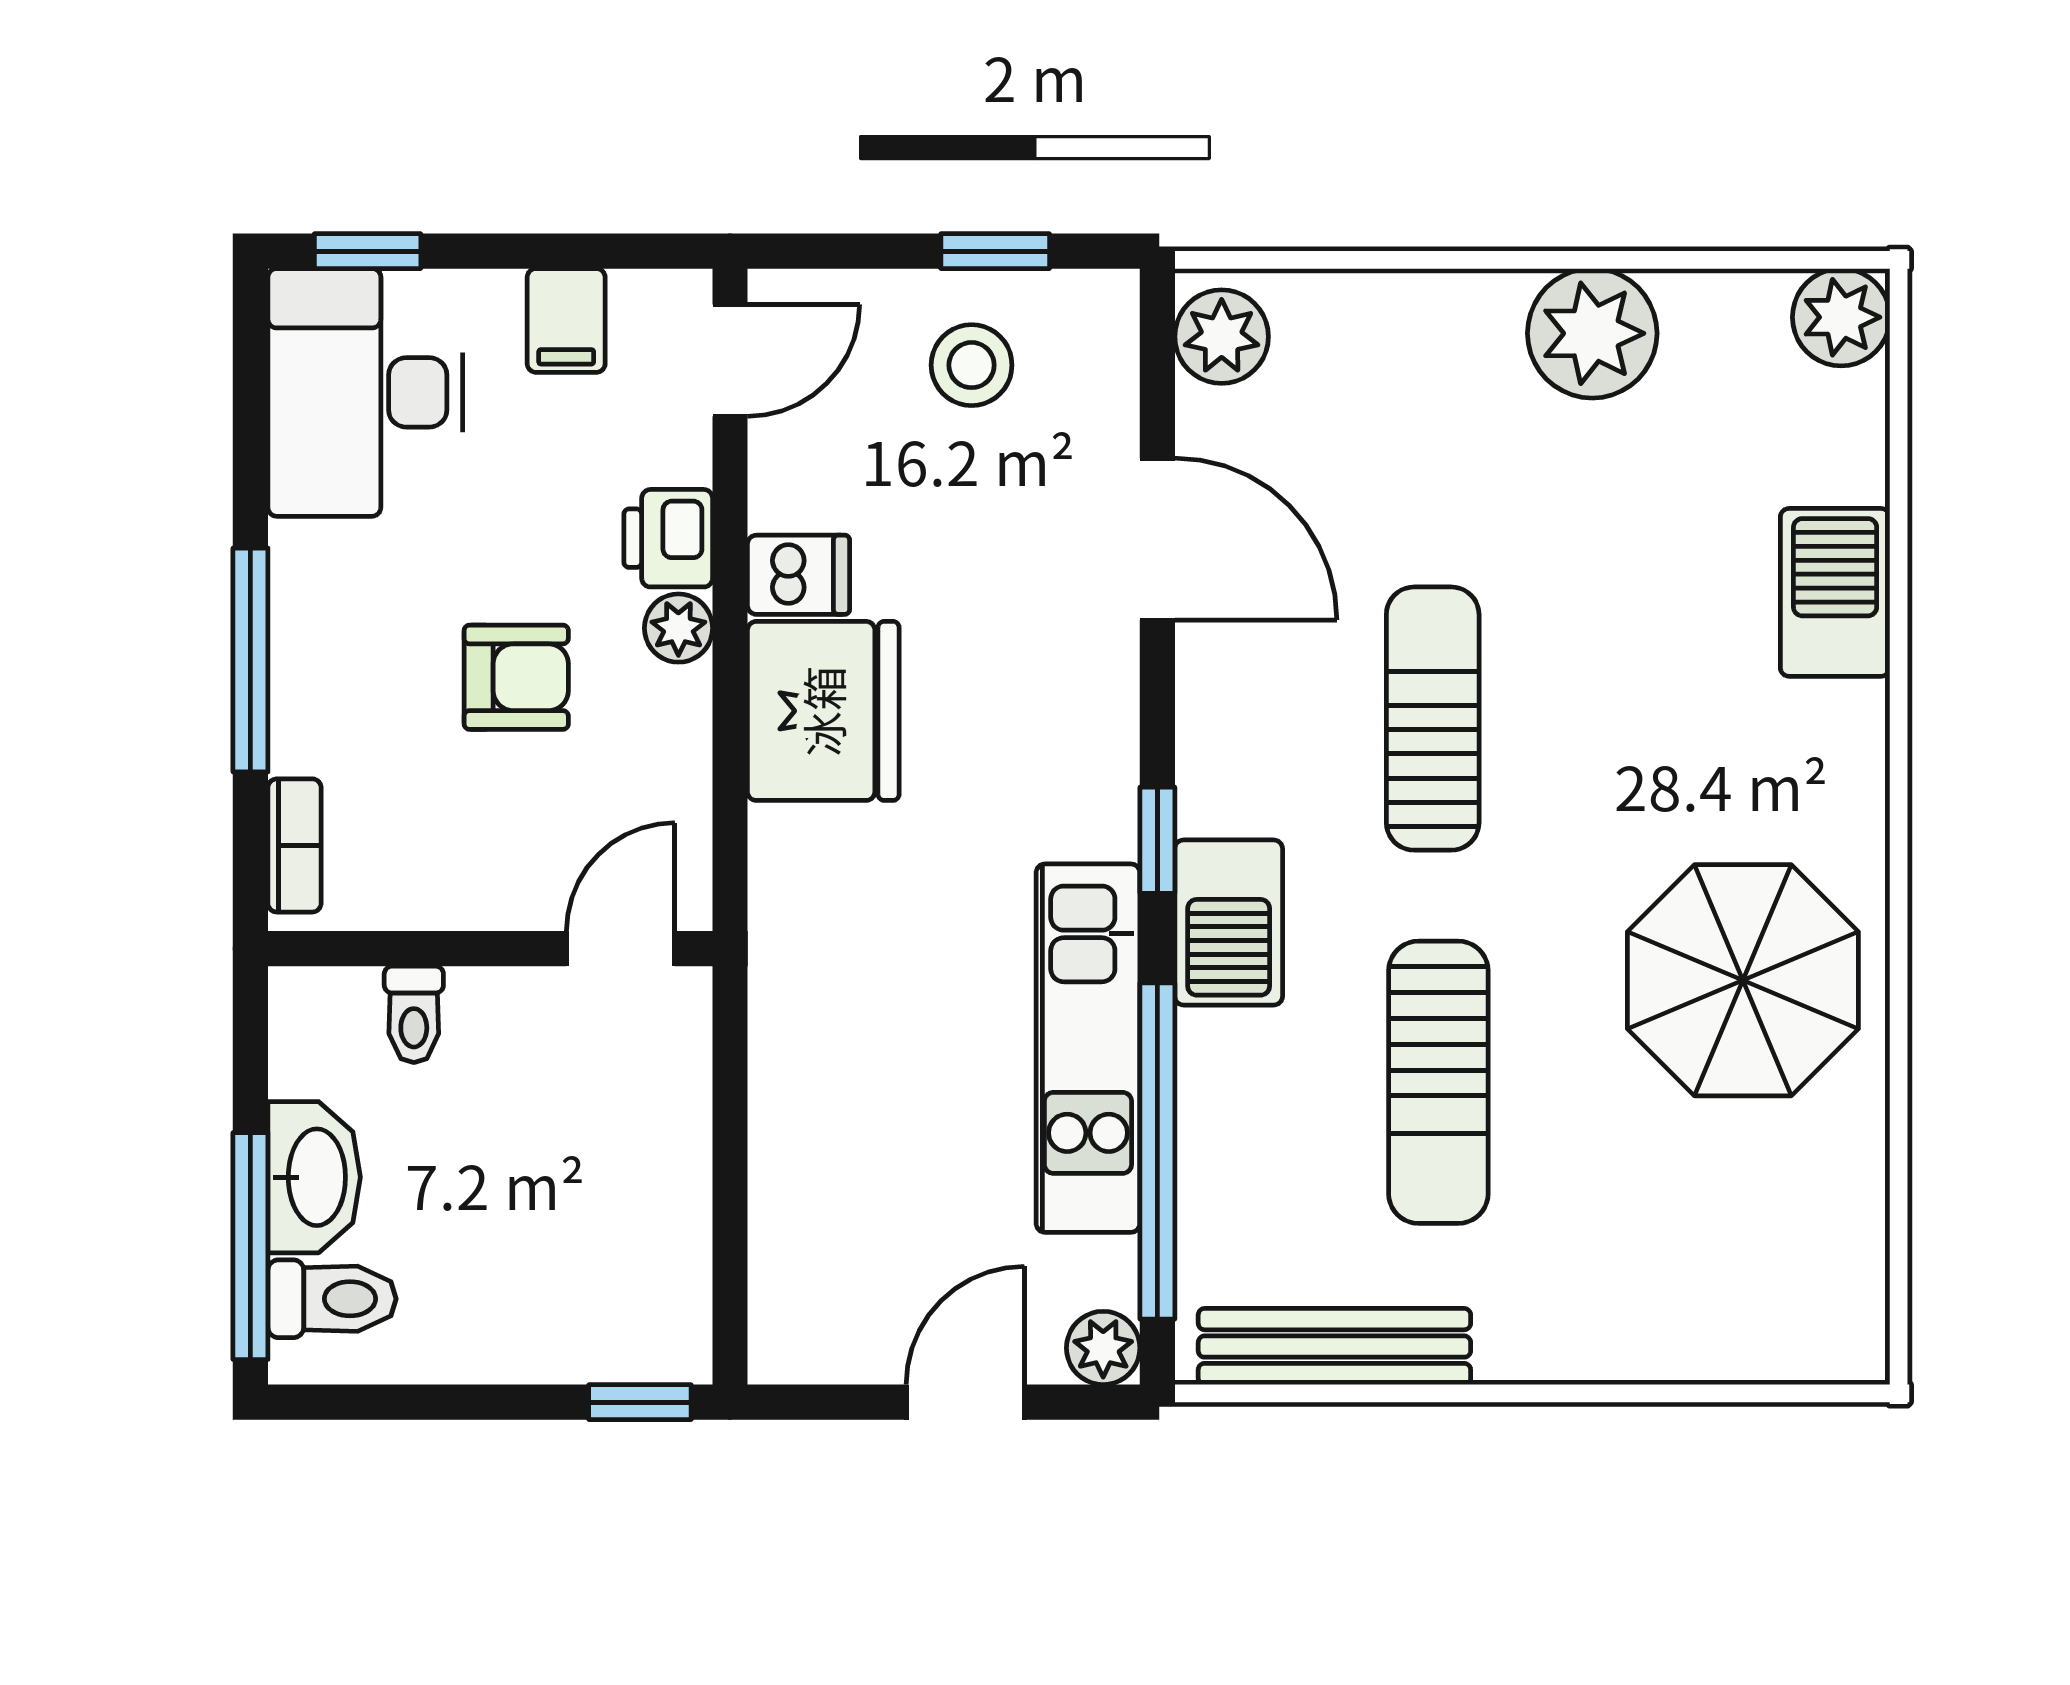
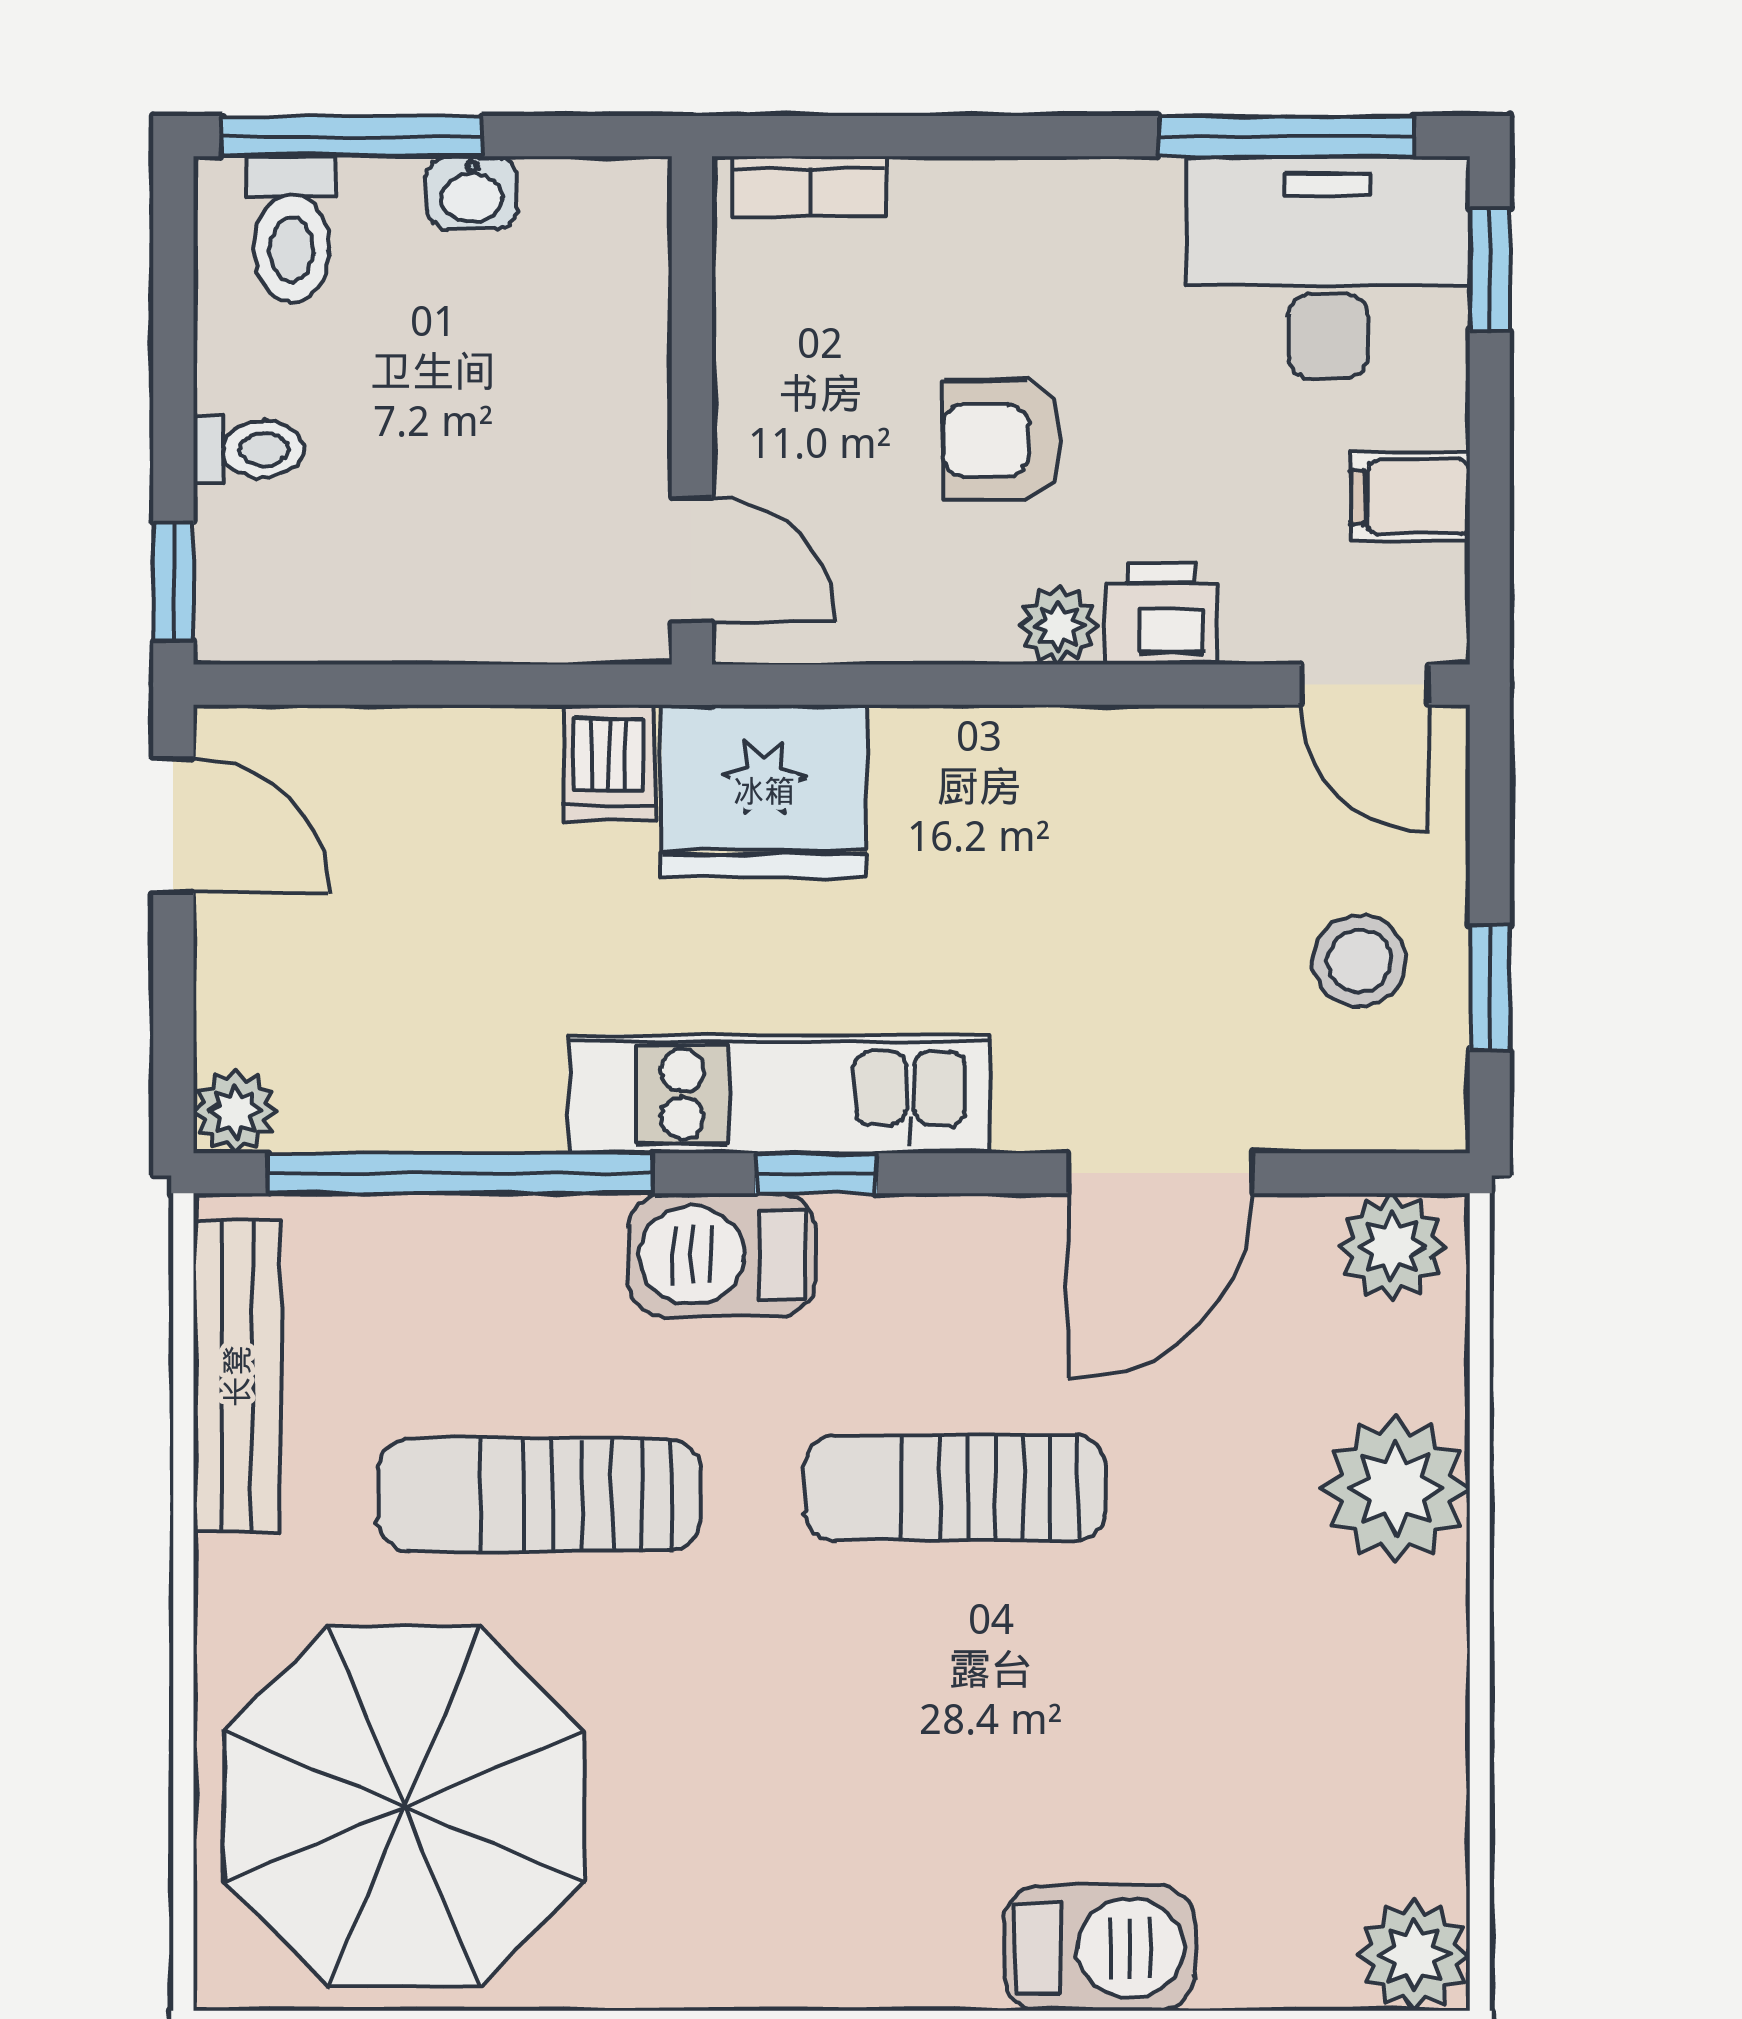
plant: (1592, 333) -> (1396, 1489), moved
dishwasher: (799, 575) -> (608, 763), moved
window: (250, 660) -> (1287, 136), moved
armchair: (516, 677) -> (1002, 440), turned 90
fridge: (823, 711) -> (764, 791), moved
sun lounger: (1433, 719) -> (955, 1488), turned 180
parasol: (1743, 980) -> (404, 1806), moved, width x1.36, depth x1.36
toilet: (414, 1014) -> (248, 449), moved, turned 180
kitchen unit: (1088, 1048) -> (779, 1094), moved
washbasin: (314, 1177) -> (472, 193), width x0.52, depth x0.69
door: (965, 1402) -> (173, 826), moved

